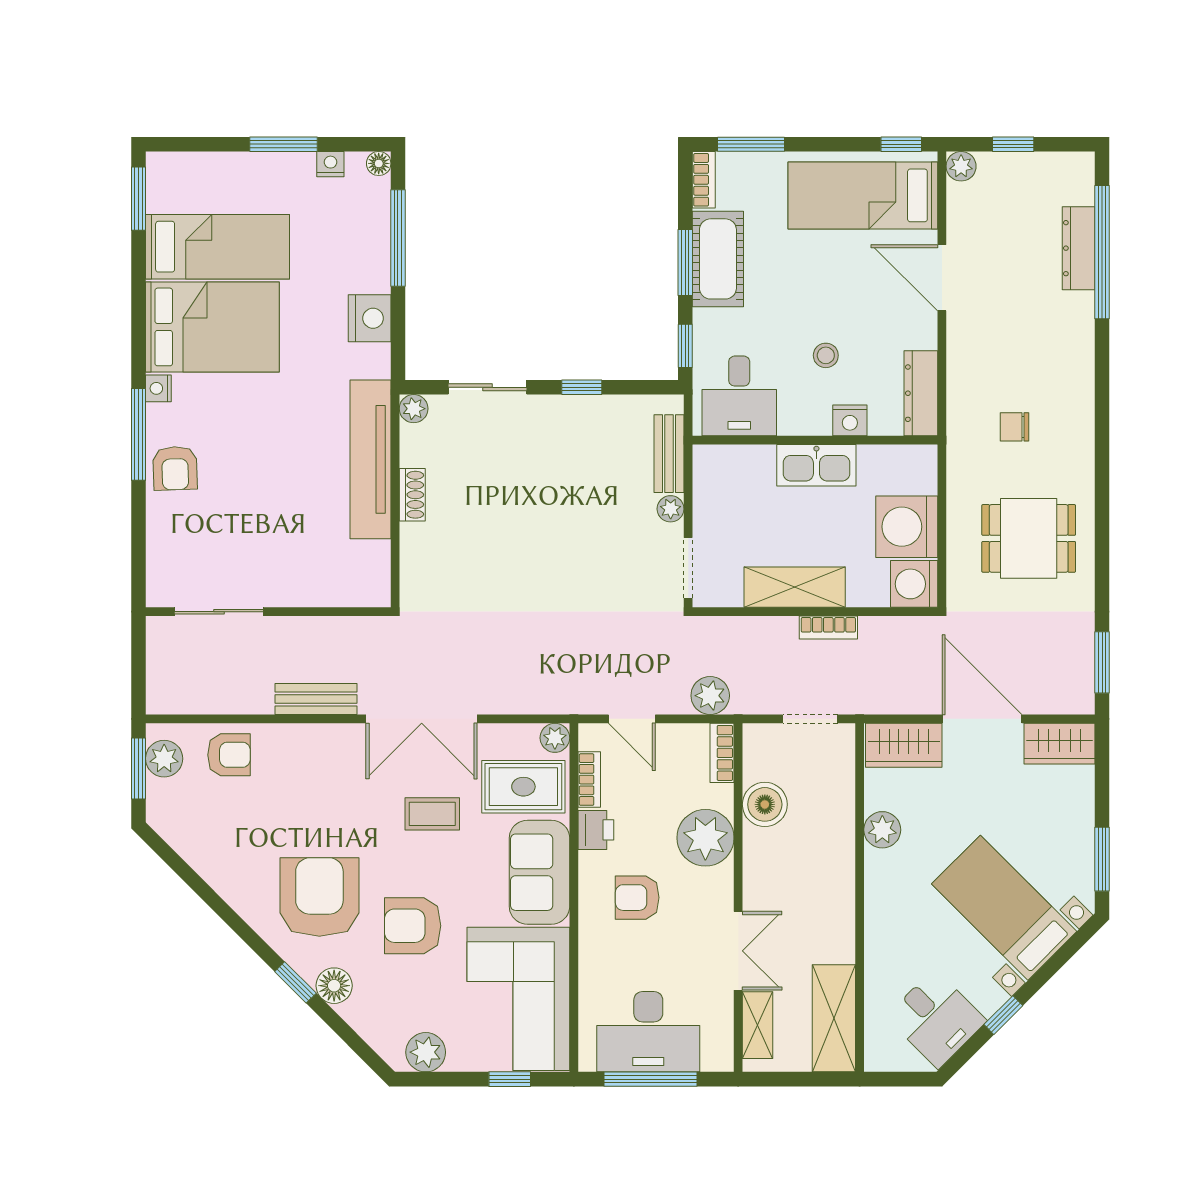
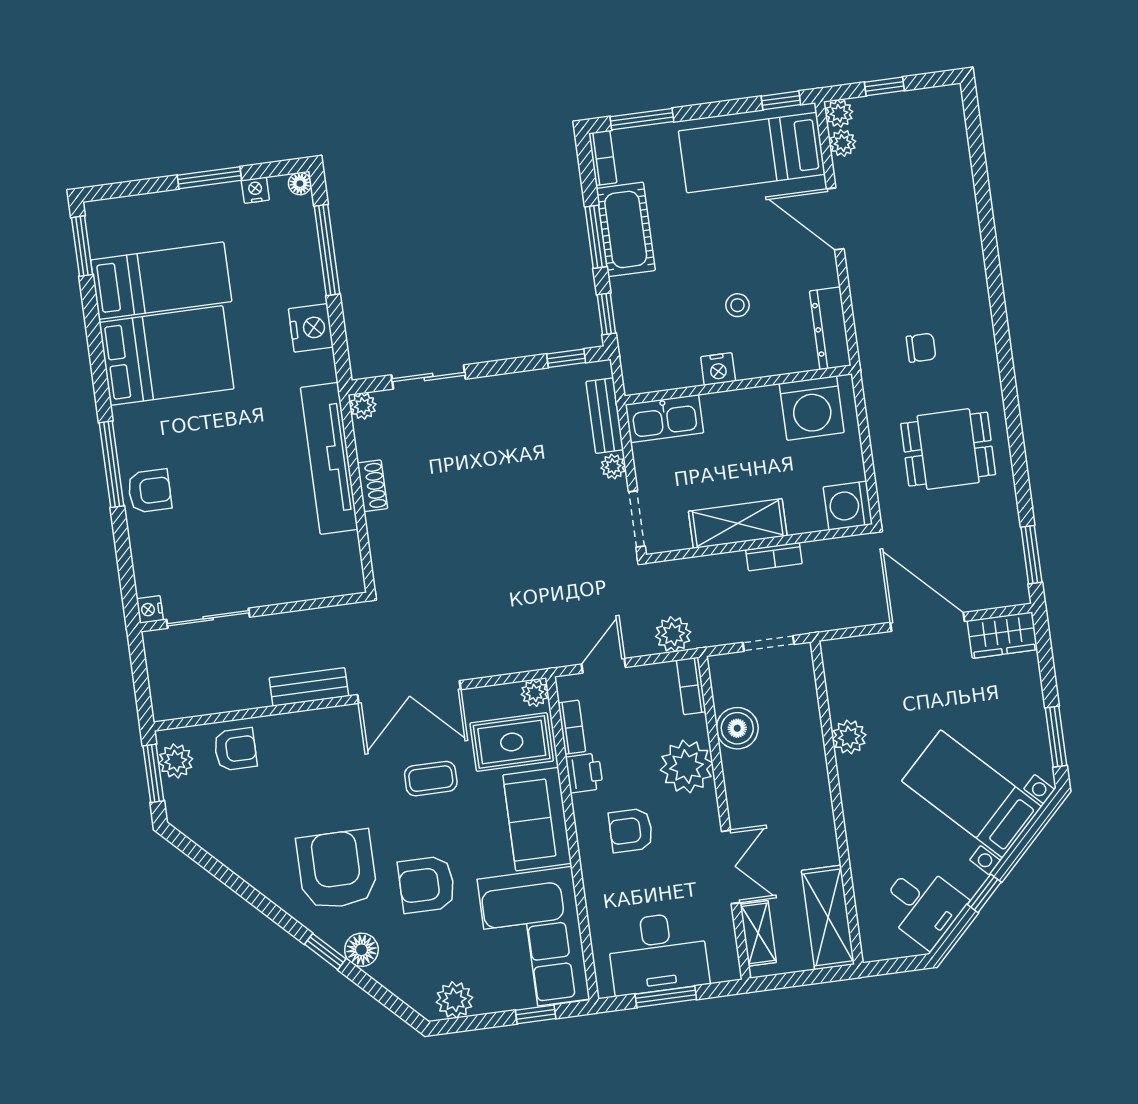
plant: (961, 198) -> (843, 143), added
dresser: (1079, 248) -> (958, 174), removed
window: (1102, 252) -> (980, 175), removed
window: (582, 387) -> (566, 358), moved
nightstand: (158, 388) -> (150, 609), moved
desk: (739, 396) -> (662, 353), removed
nightstand: (850, 420) -> (718, 369), moved
chair: (1015, 427) -> (921, 348), turned 180
kitchen sink: (816, 465) -> (664, 419), moved
armchair: (175, 468) -> (150, 491), turned -88
washing machine: (907, 527) -> (812, 408), moved, turned -90
door: (632, 719) -> (604, 666), swing flipped
wardrobe: (904, 745) -> (858, 656), removed
window: (650, 1079) -> (666, 997), width x0.69

